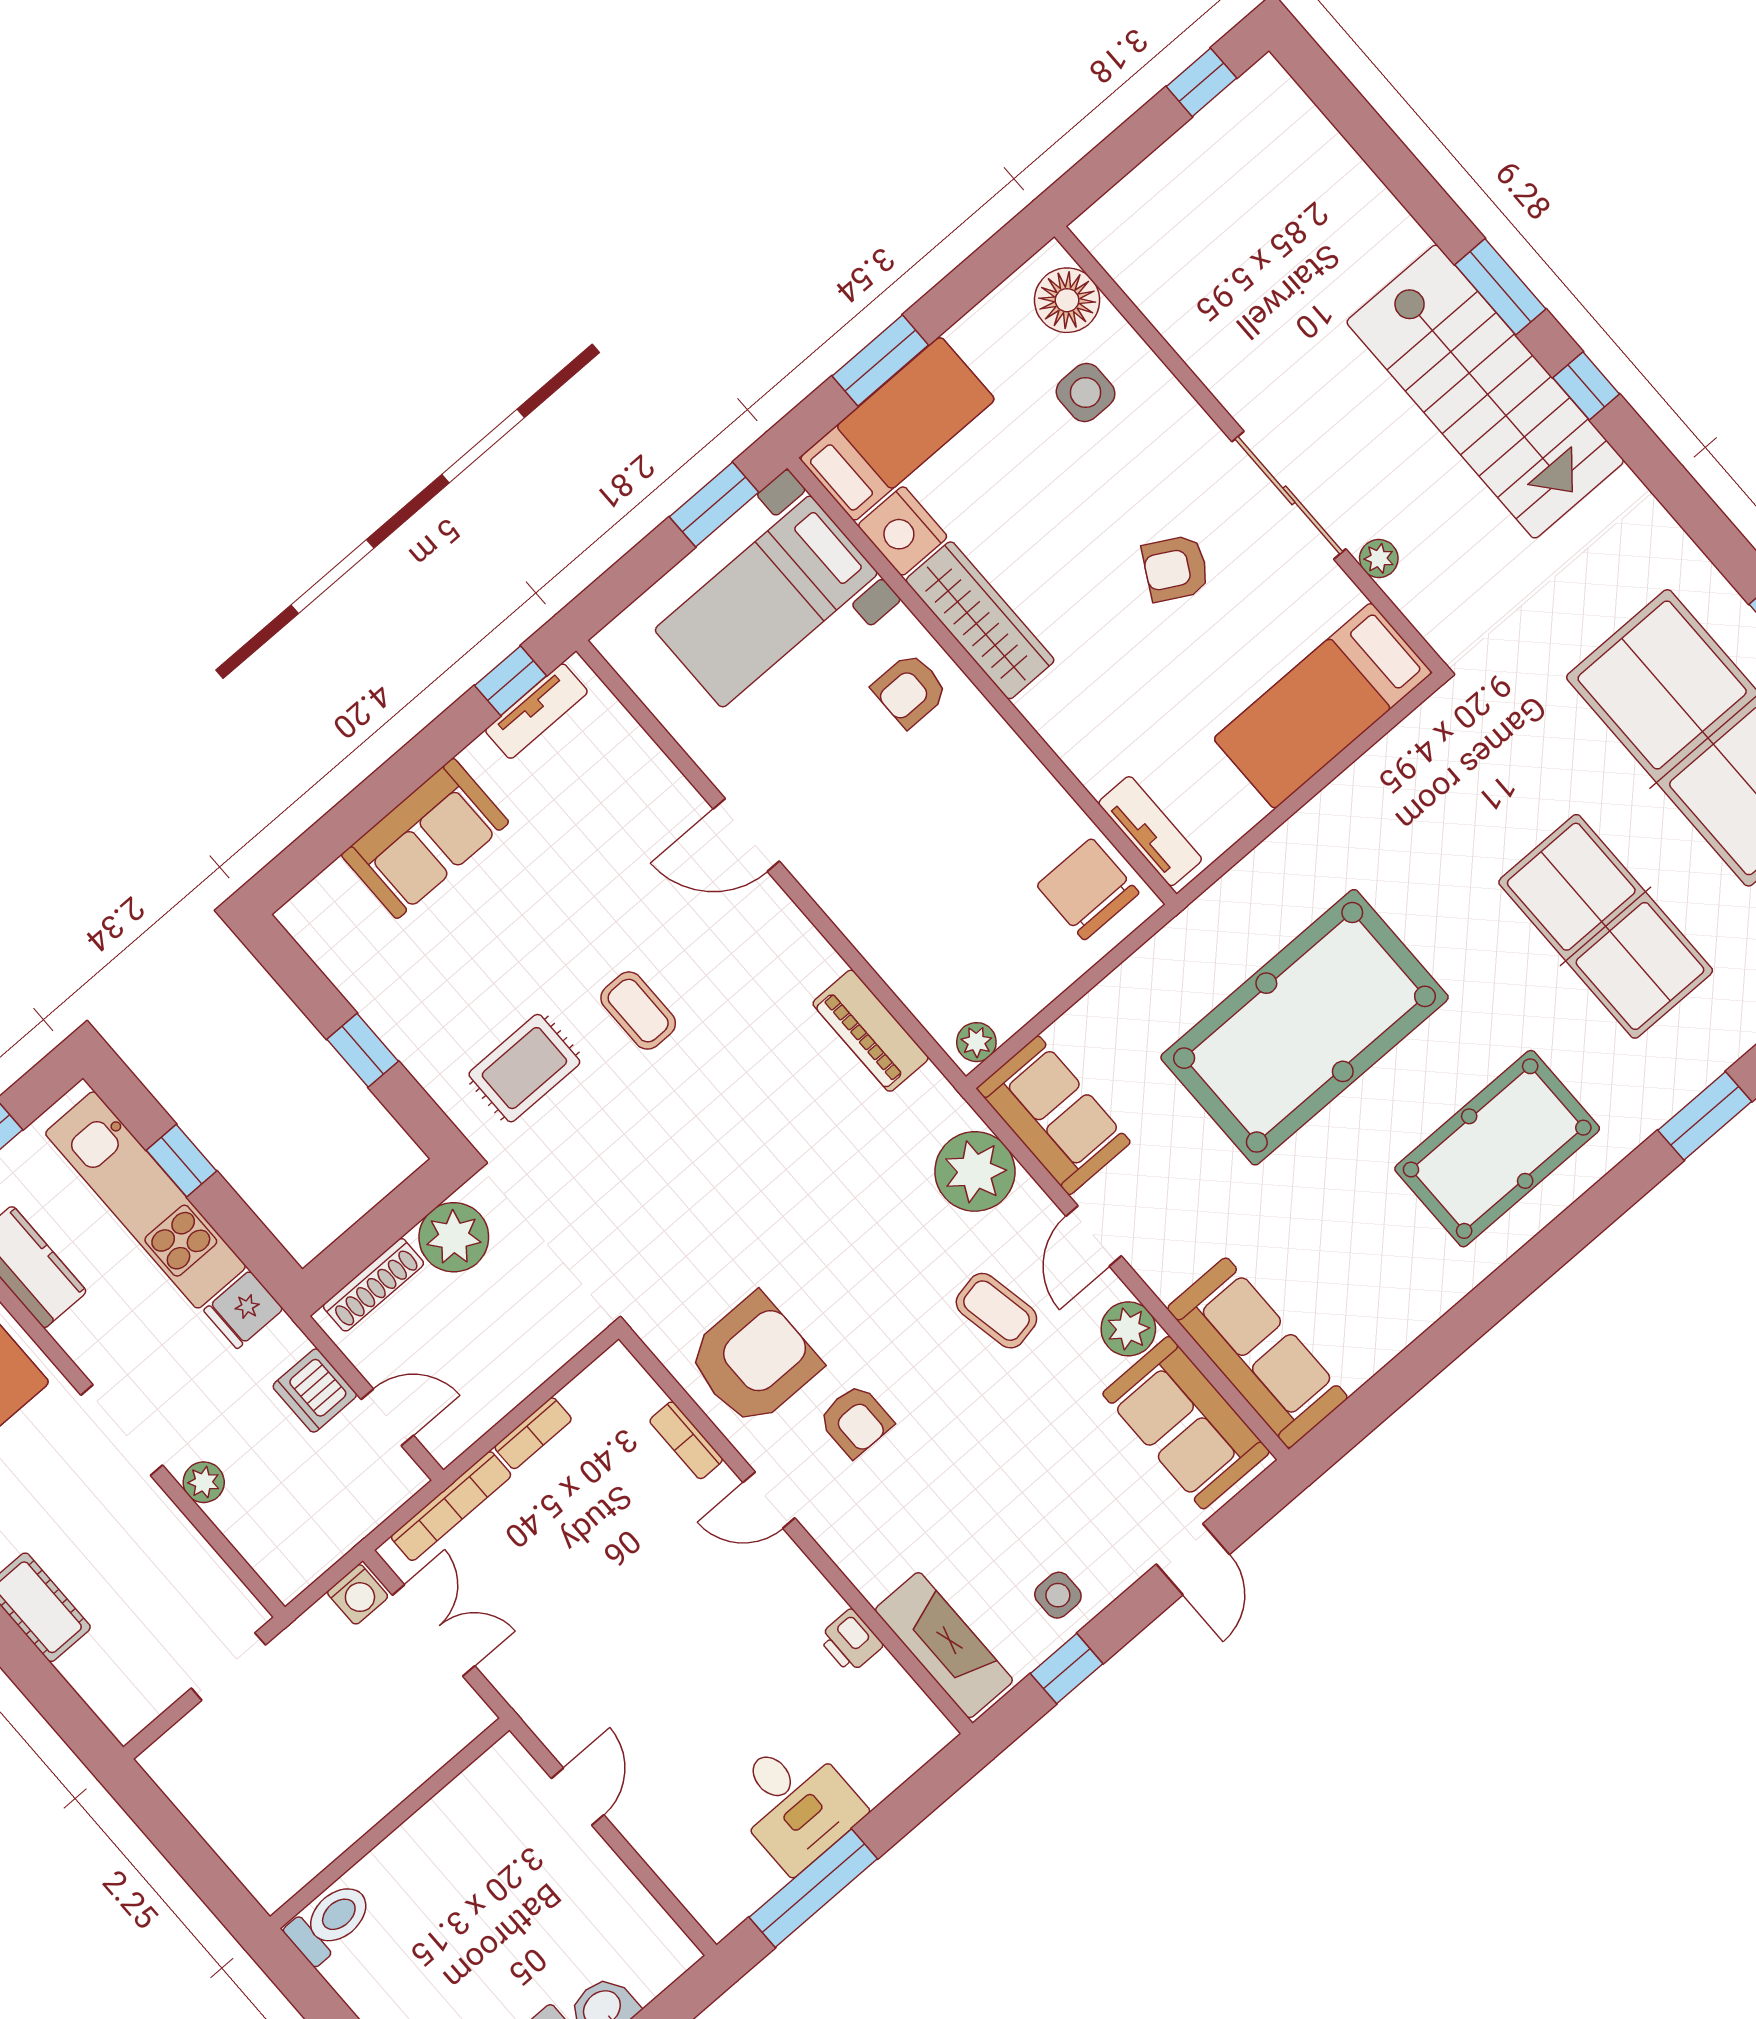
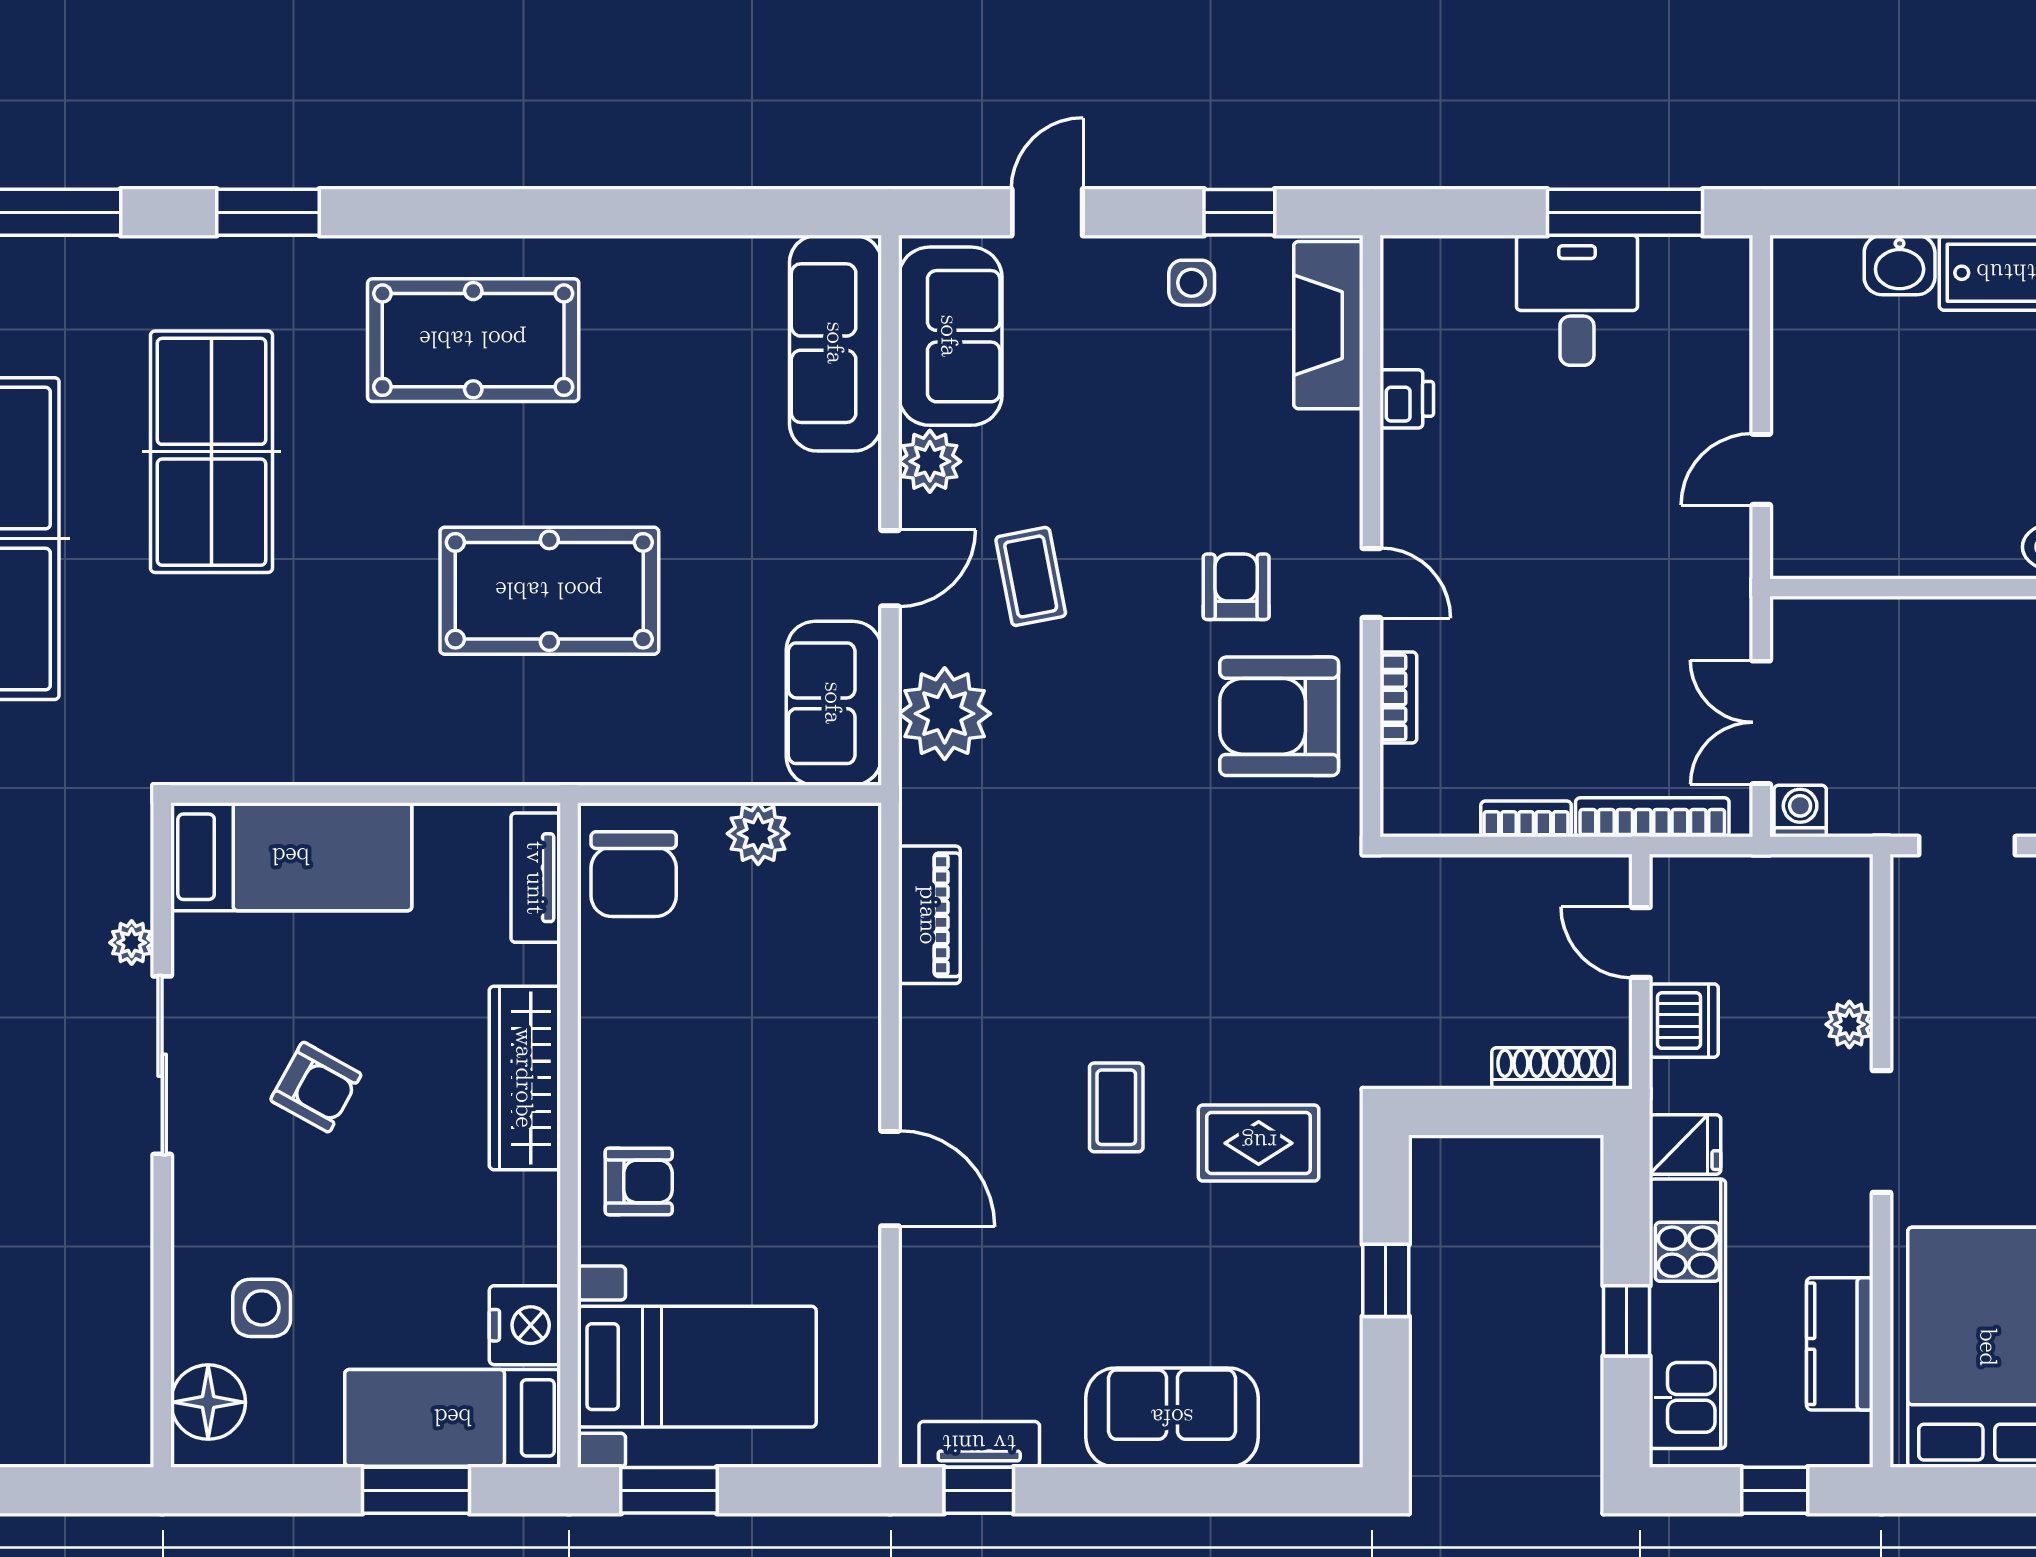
wardrobe: (980, 620) -> (525, 1078), moved
pool table: (1305, 1027) -> (549, 591), width x0.73, depth x0.76
plant: (976, 1042) -> (758, 834), moved, width x1.38, depth x1.38
plant: (454, 1237) -> (1447, 1049), removed

